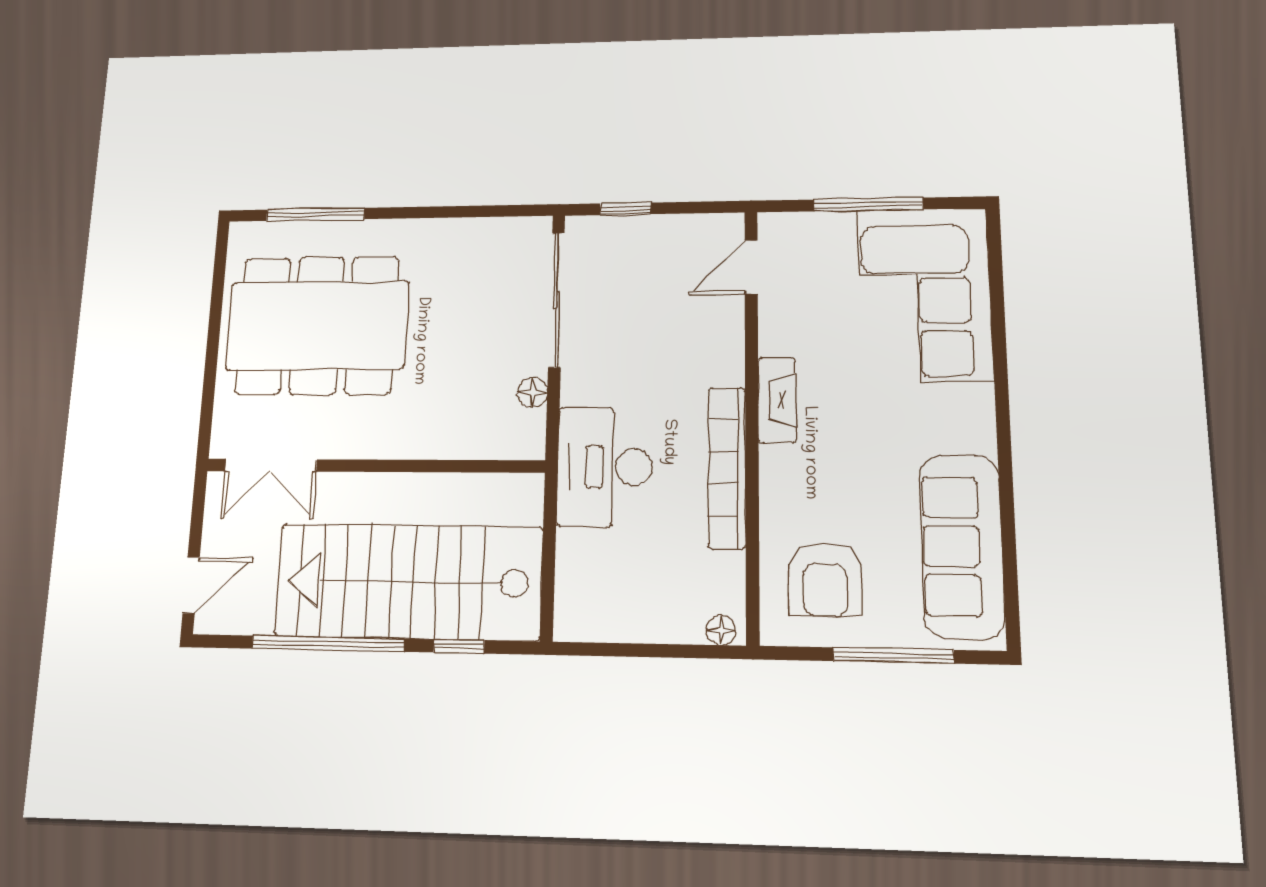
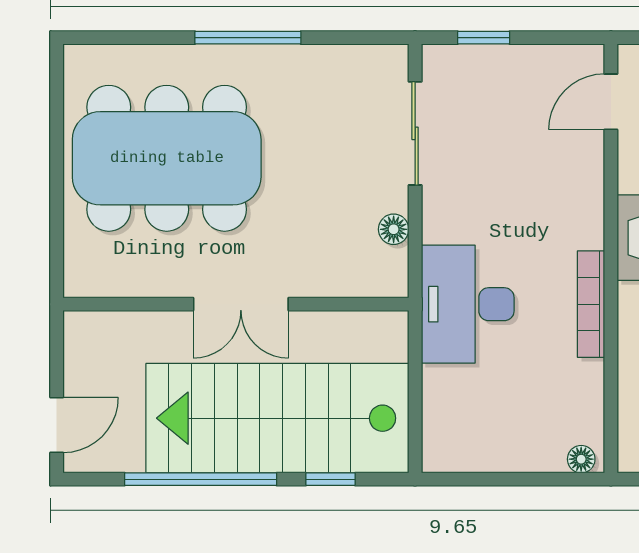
window: (315, 214) -> (248, 38), moved
sliding door: (556, 300) -> (415, 133), width x0.73
double door: (271, 465) -> (241, 304), moved
bookcase: (727, 467) -> (591, 304), width x0.68, depth x0.76

